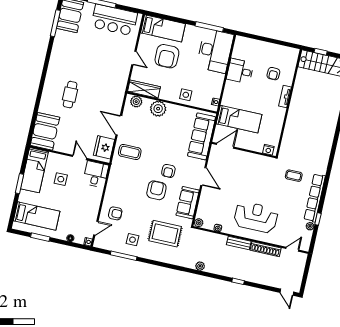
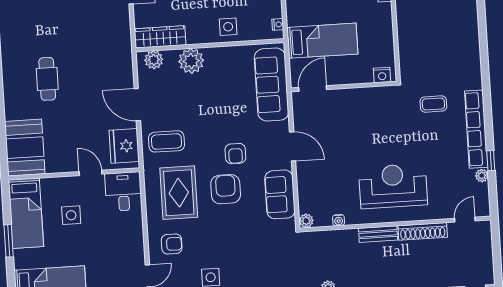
rug: (165, 234) -> (179, 193), moved, turned 90

